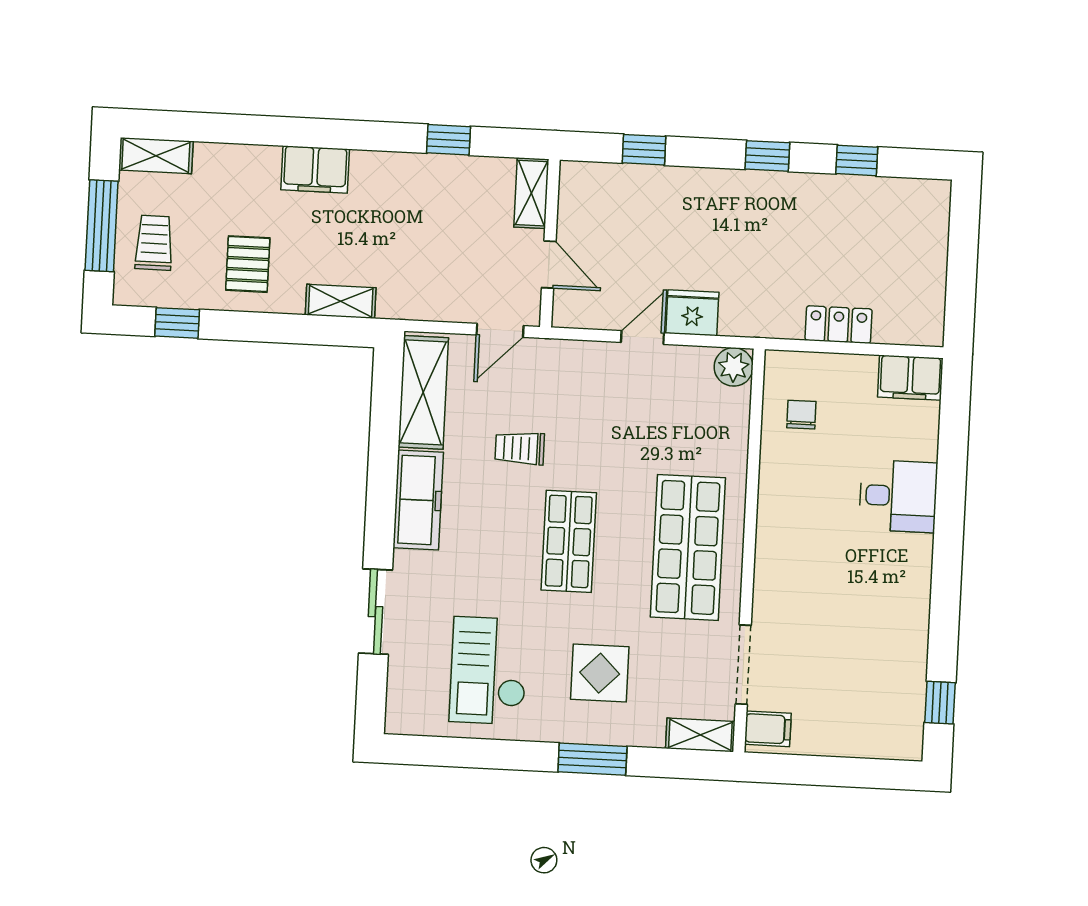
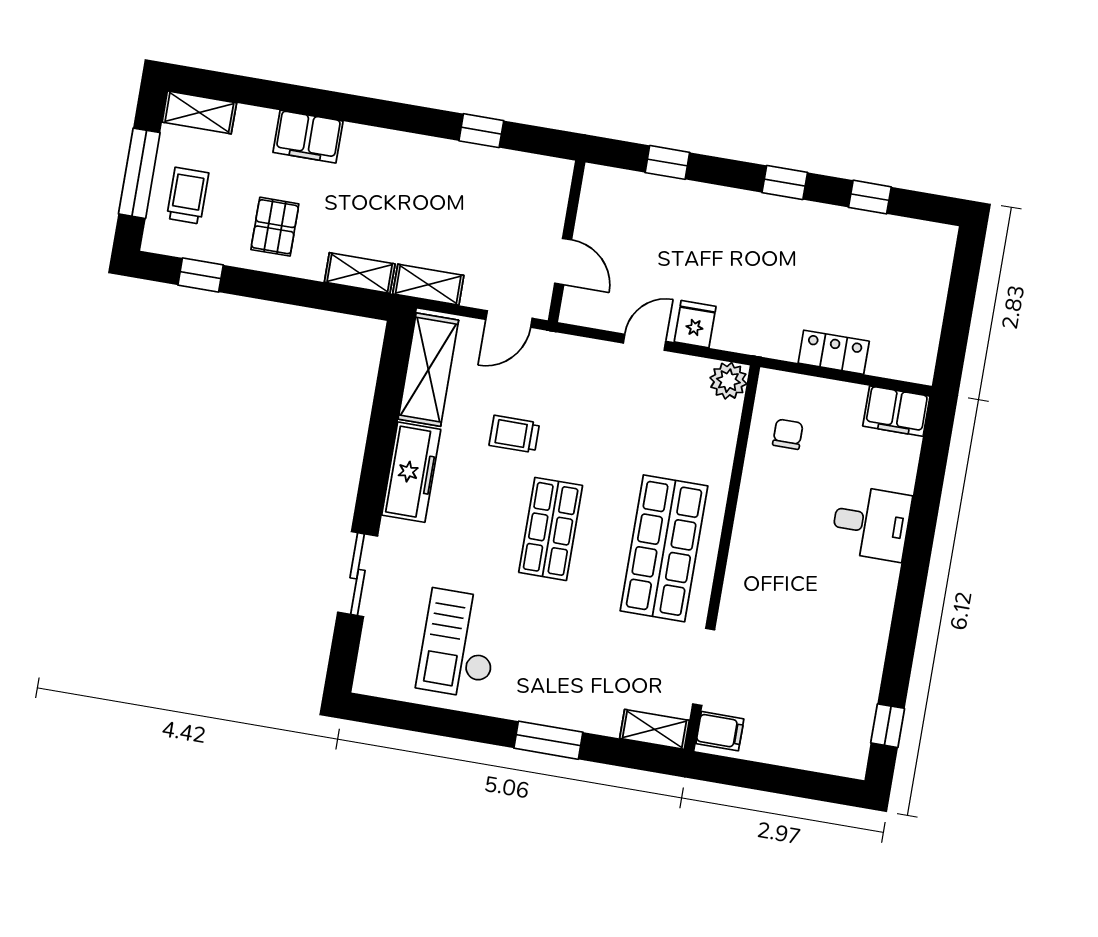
filing cabinet: (315, 170) -> (308, 137), moved
shelving: (531, 193) -> (428, 285), moved, turned 90
fridge: (692, 313) -> (695, 324), width x0.72
display table: (600, 673) -> (565, 659), removed

